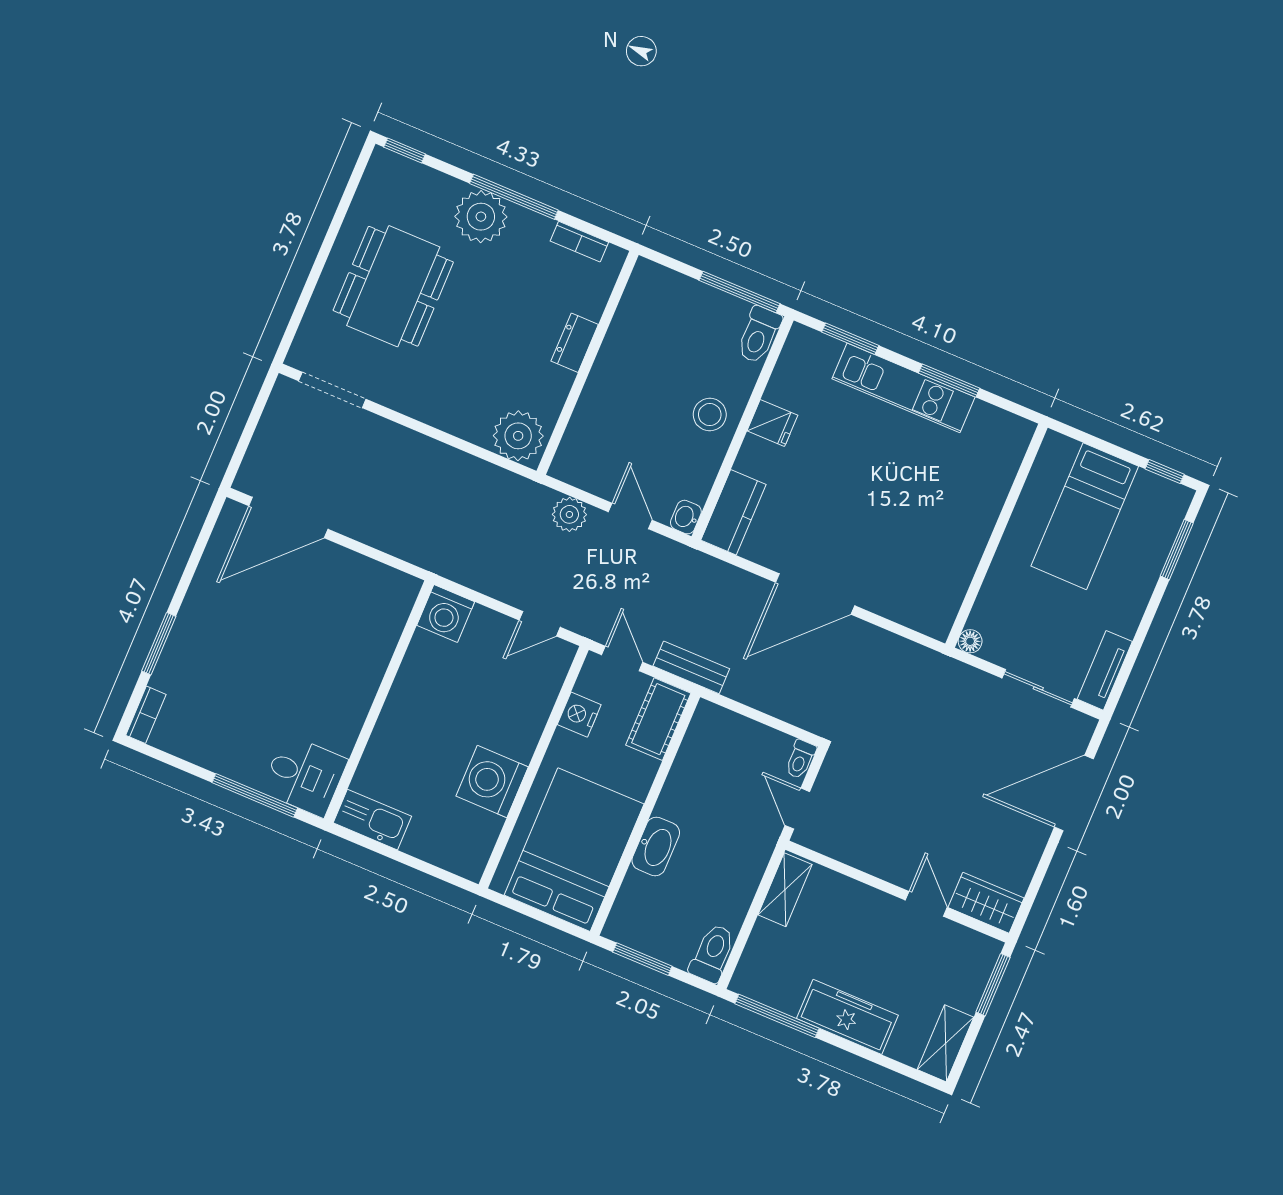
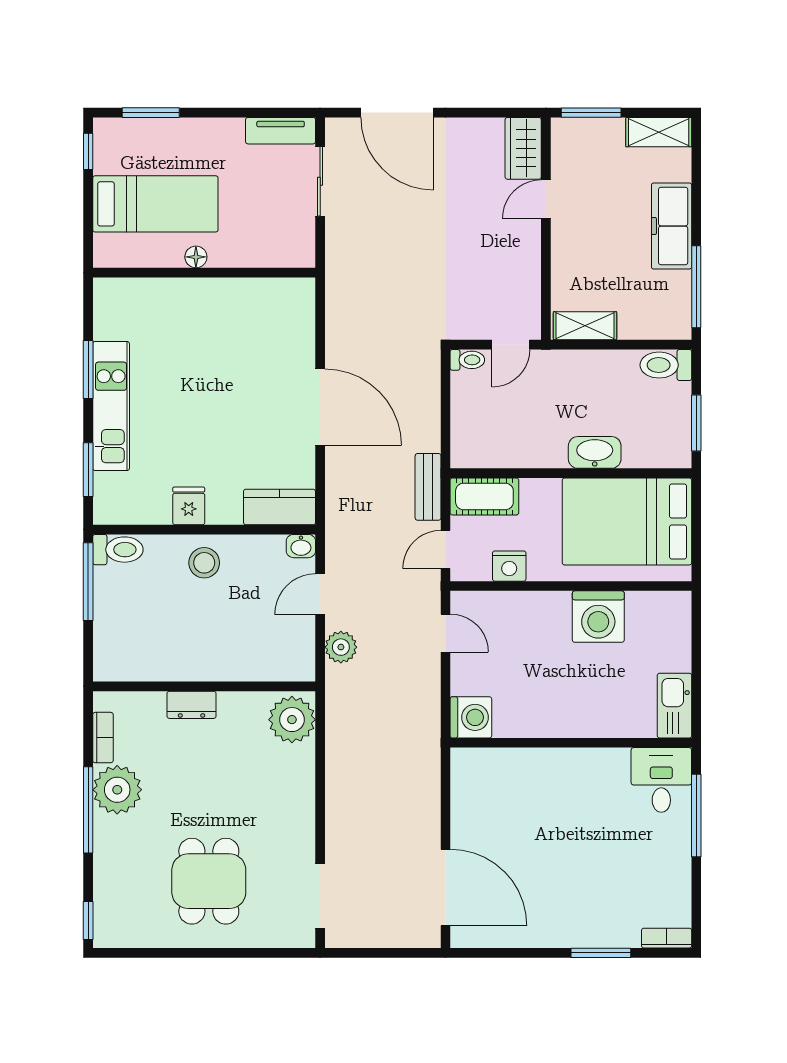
plant: (481, 217) -> (117, 790), moved
dining table: (393, 286) -> (209, 881), width x0.73
floor lamp: (970, 641) -> (196, 257), moved

